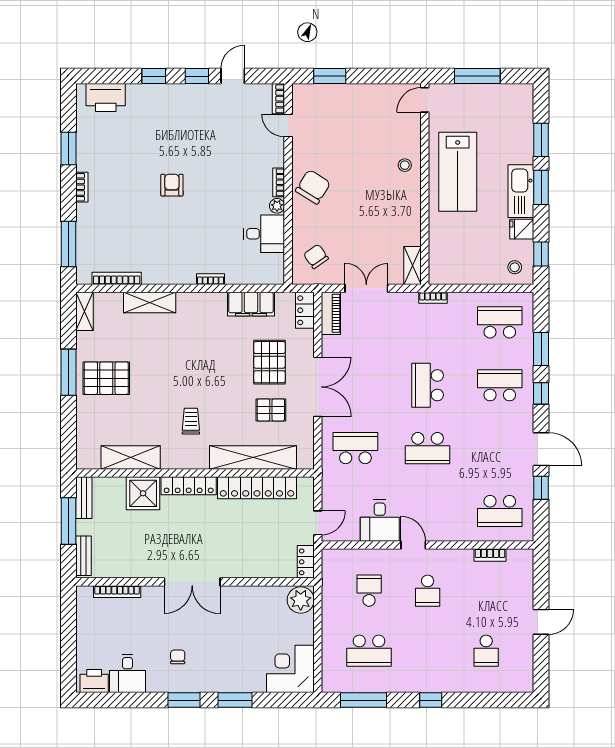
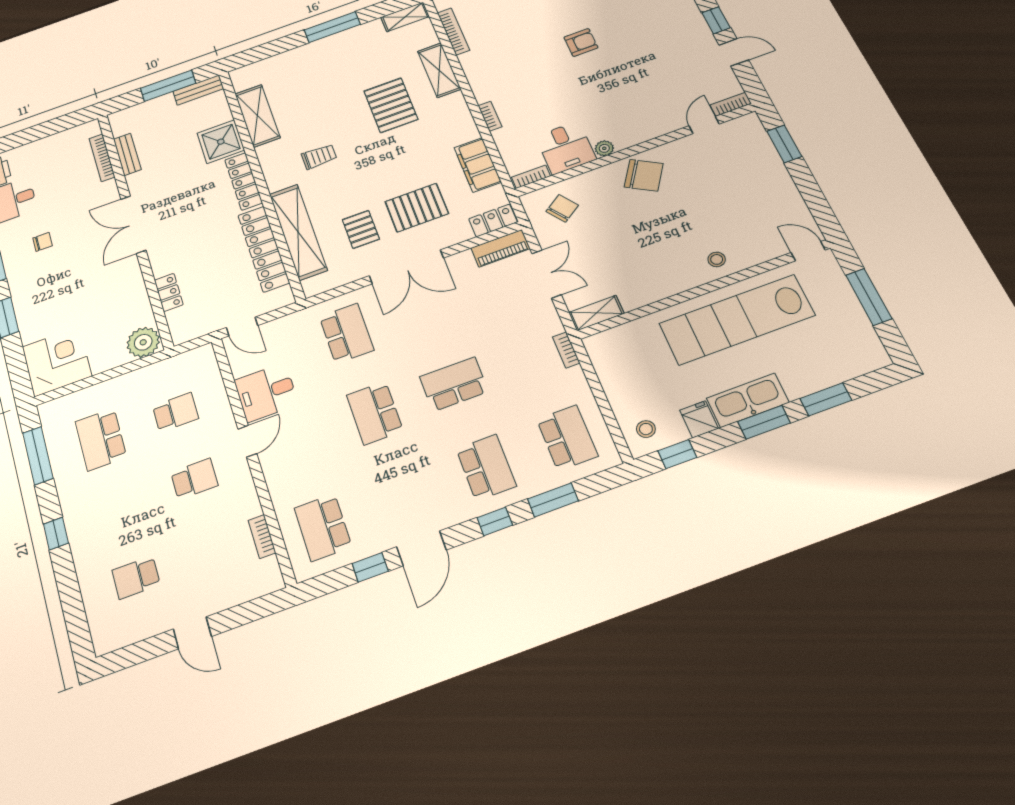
lab bench: (458, 172) -> (737, 319), width x1.36
bookcase: (279, 182) -> (531, 177), moved
pallet: (106, 378) -> (391, 105), moved
bench: (83, 556) -> (127, 154), moved, turned 90
locker: (306, 562) -> (169, 292), moved, turned 90
school desk: (428, 591) -> (194, 479), turned 180

